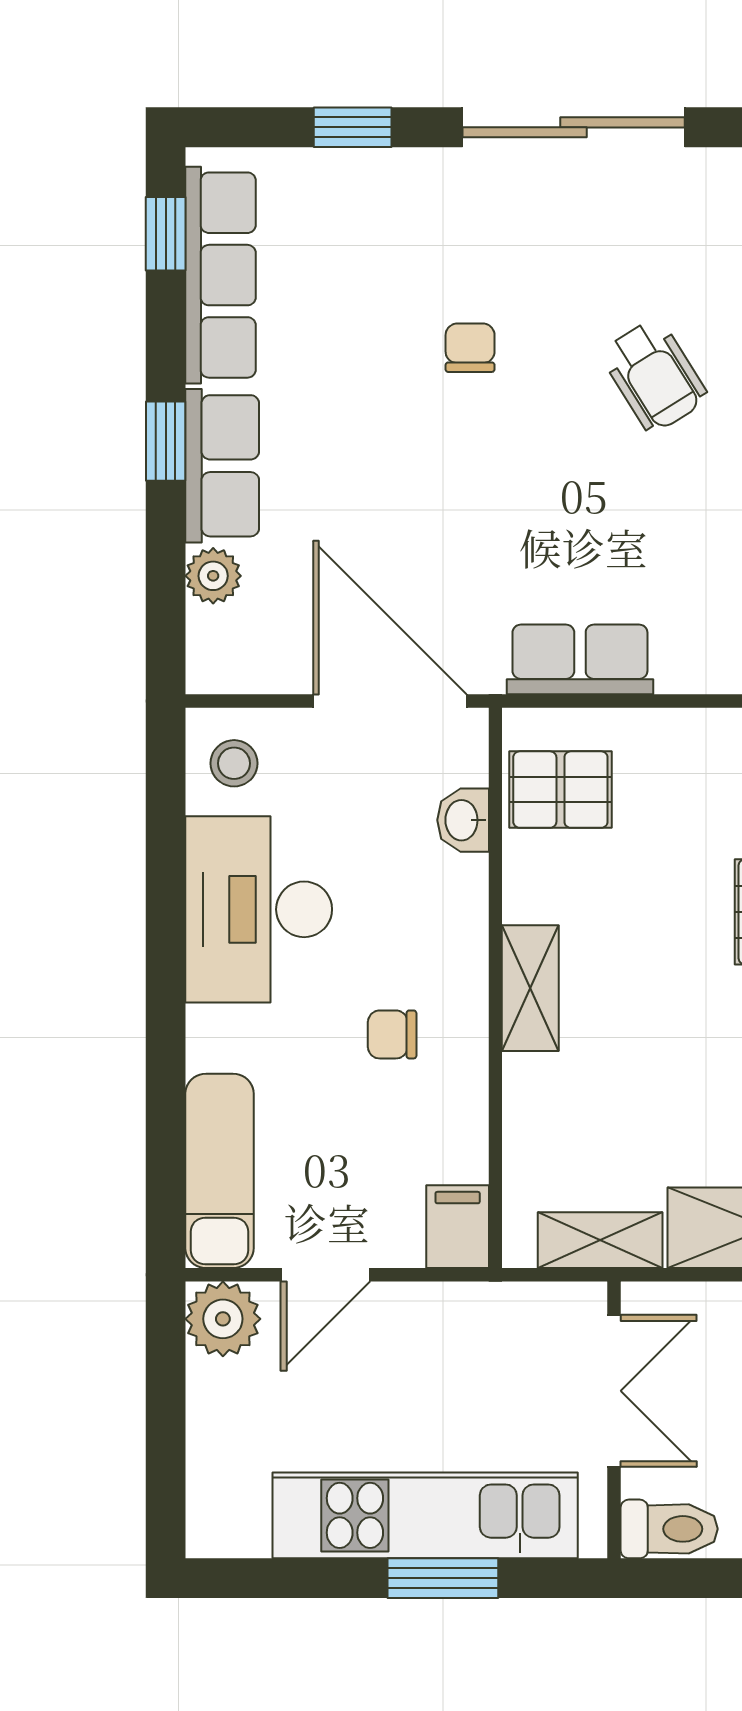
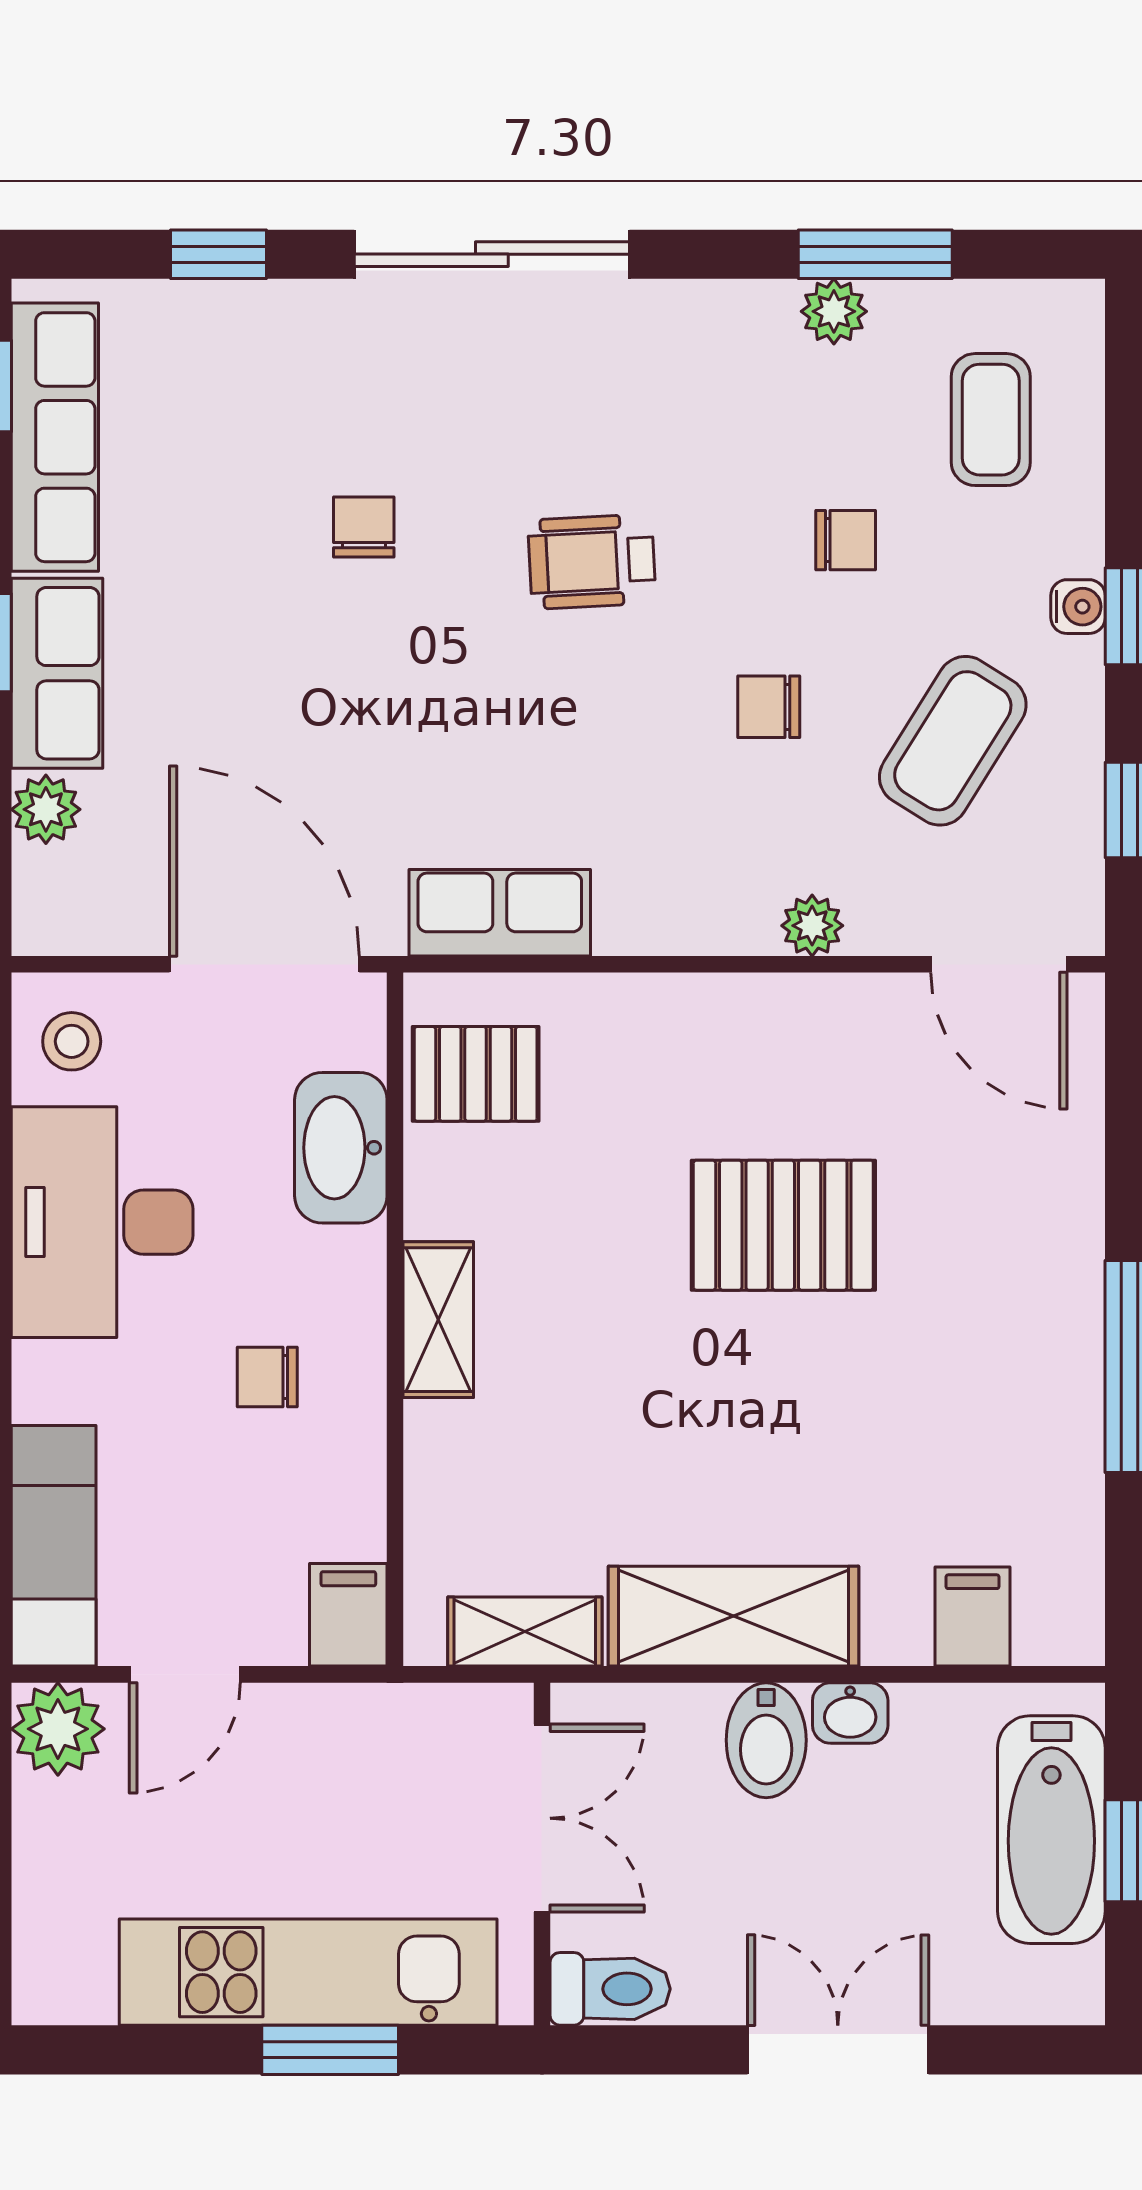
wheelchair: (654, 376) -> (592, 562), turned 119
washbasin: (463, 820) -> (341, 1148), width x1.91, depth x1.45

